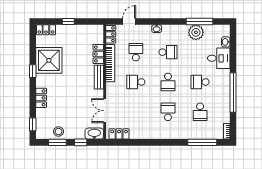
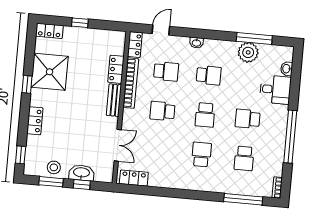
school desk: (136, 52) -> (166, 71), turned 90
double door: (105, 111) -> (118, 145), swing flipped
washbasin: (94, 134) -> (82, 173), moved

